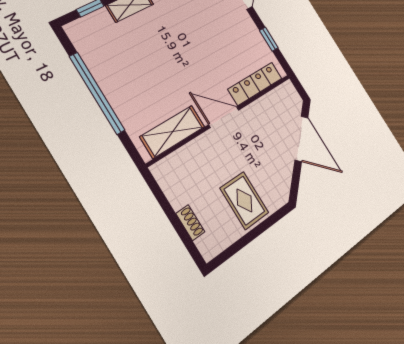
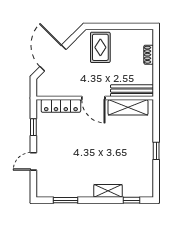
window: (97, 93) -> (156, 151), width x0.32
bench: (181, 158) -> (132, 91), added
rug: (244, 200) -> (100, 47), moved

